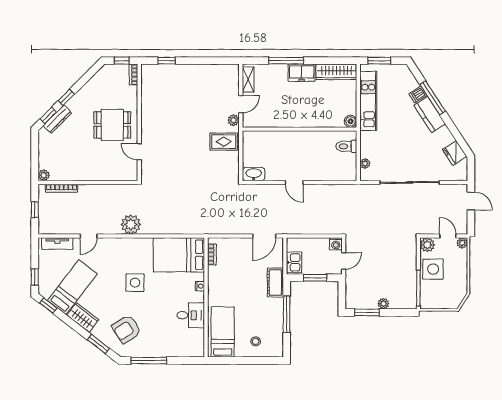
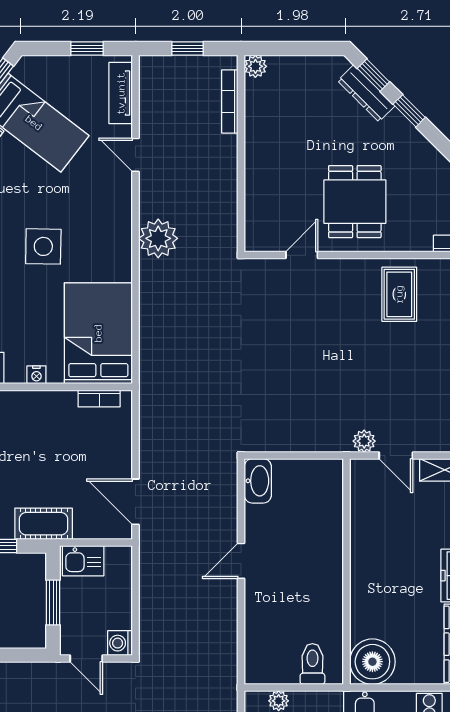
boiler: (351, 121) -> (372, 662), width x1.86, depth x1.86
rug: (224, 142) -> (399, 294), moved
window: (35, 277) -> (87, 49), moved

